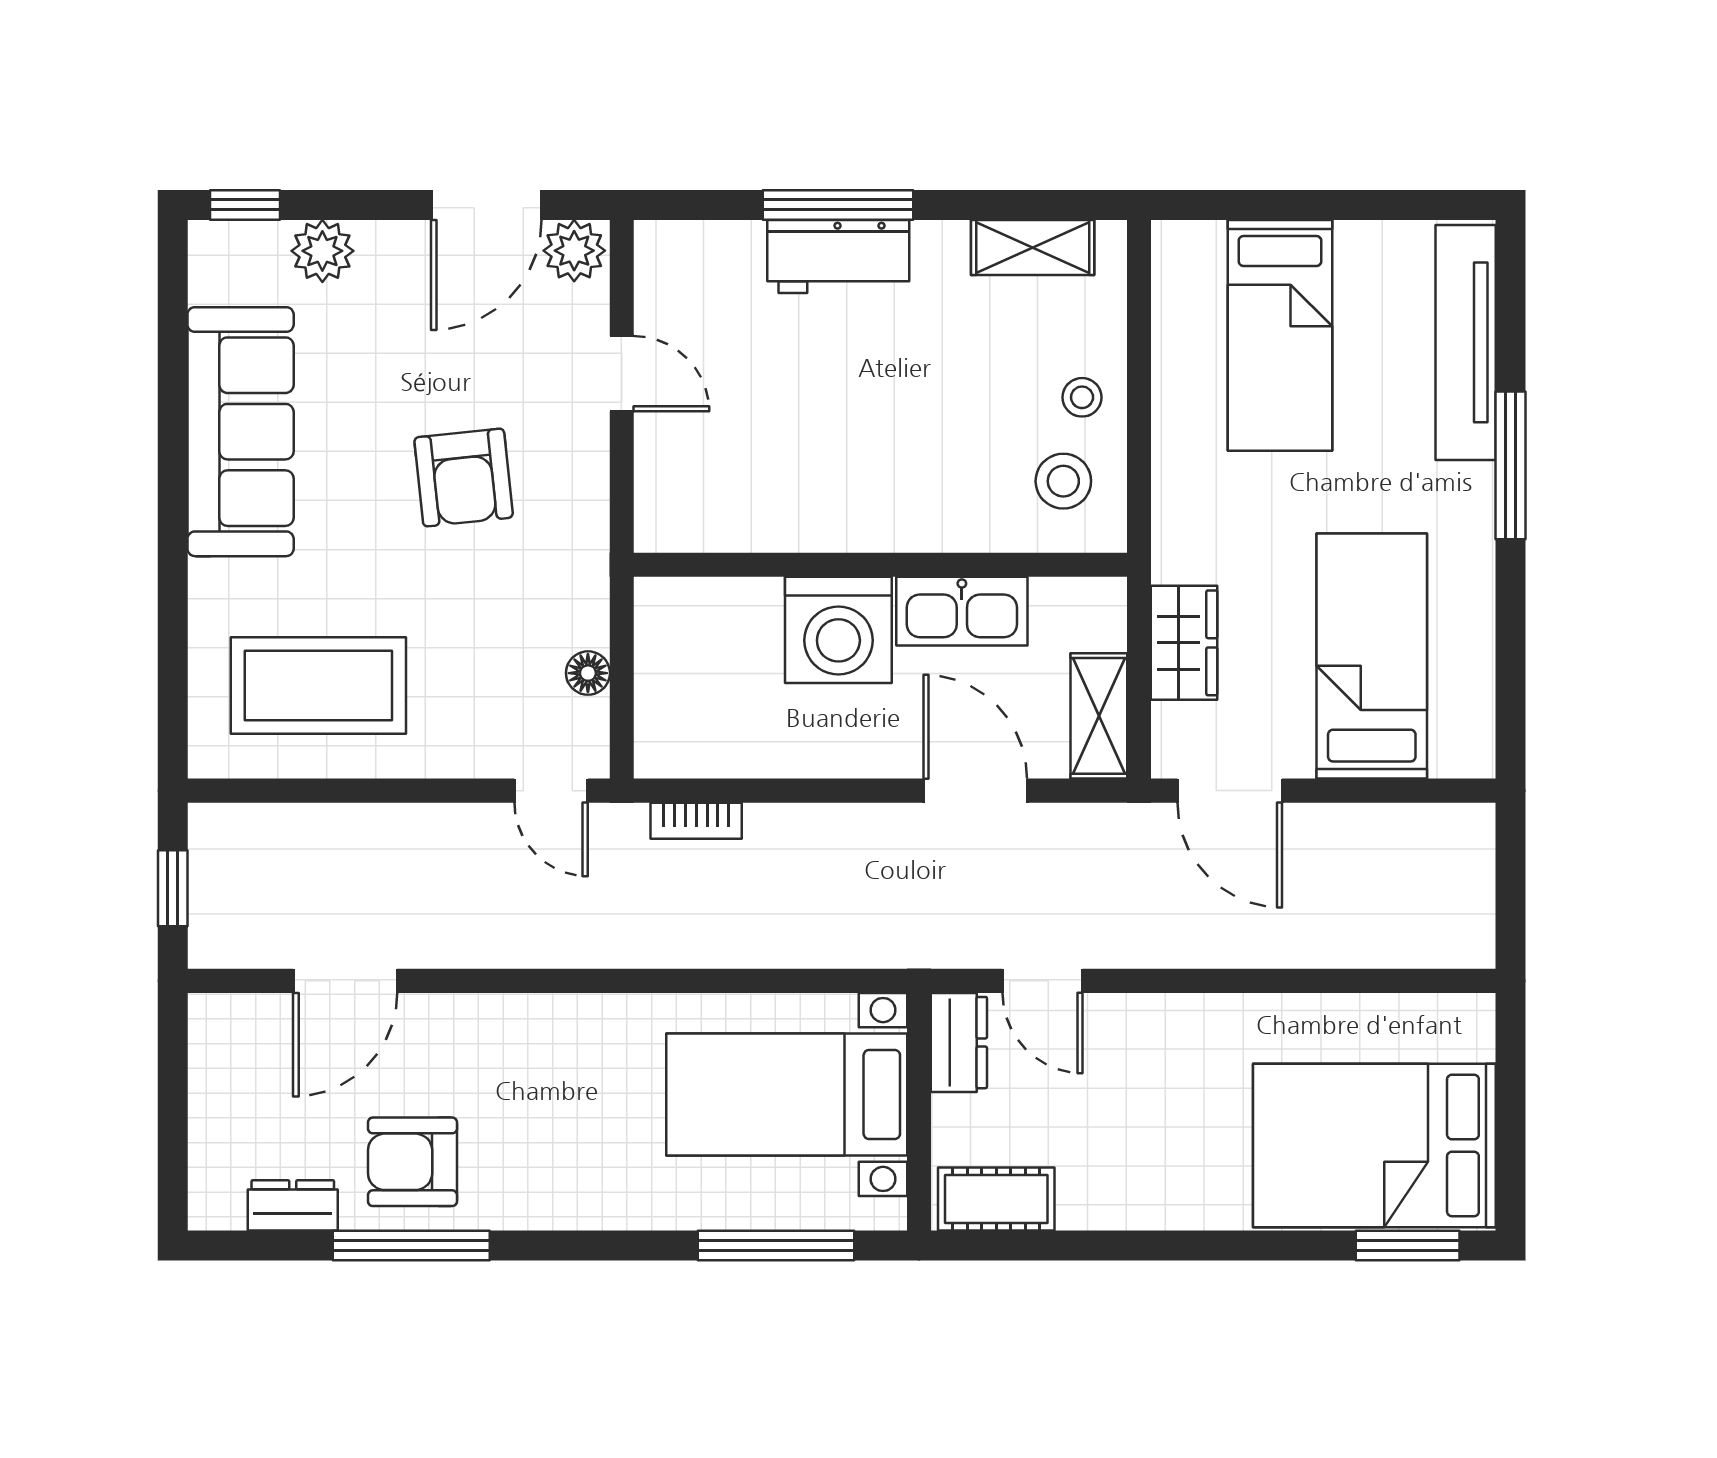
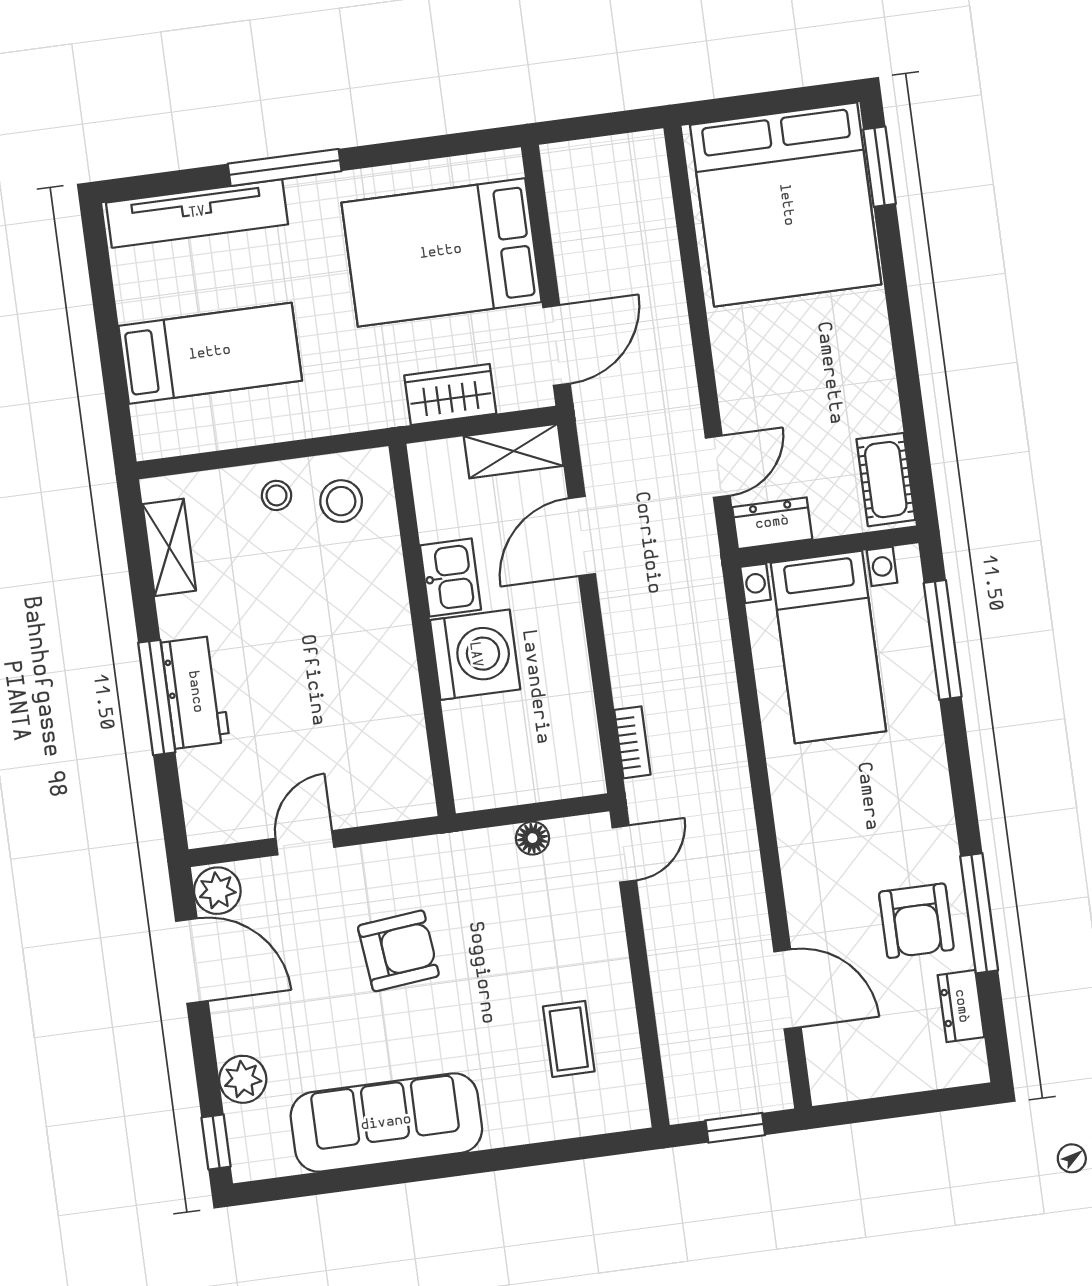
kitchen sink: (962, 611) -> (450, 577), width x0.73
bed: (1372, 656) -> (441, 252), width x1.50
coffee table: (318, 685) -> (569, 1039), width x0.54, depth x0.58
bed: (1374, 1145) -> (786, 205), width x1.36

